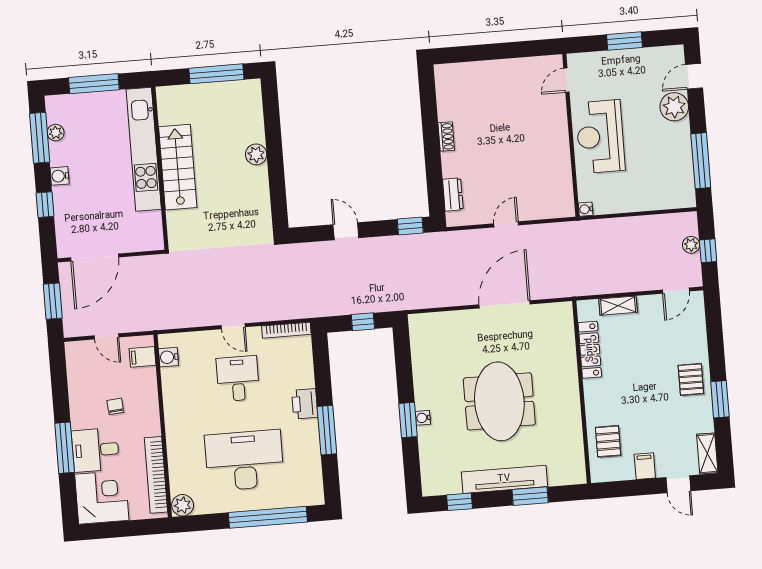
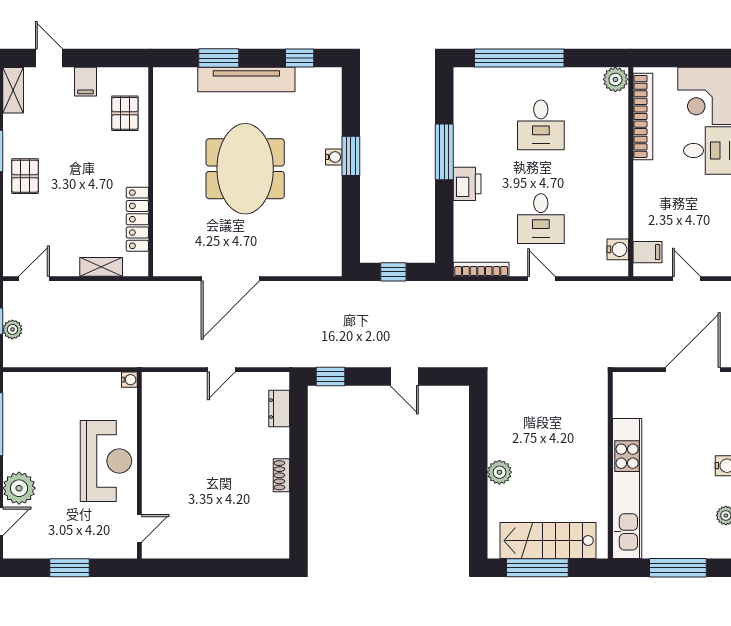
stairs: (178, 167) -> (548, 541), moved, turned 90
chair: (115, 406) -> (683, 198), removed
desk: (244, 460) -> (541, 125), width x0.53, depth x0.77

